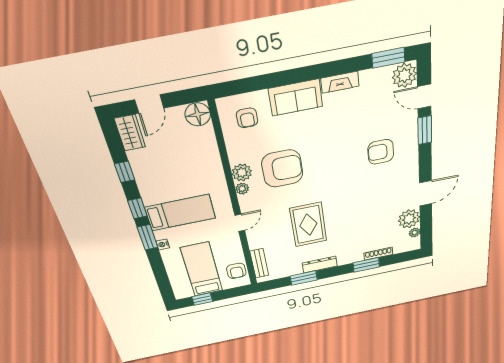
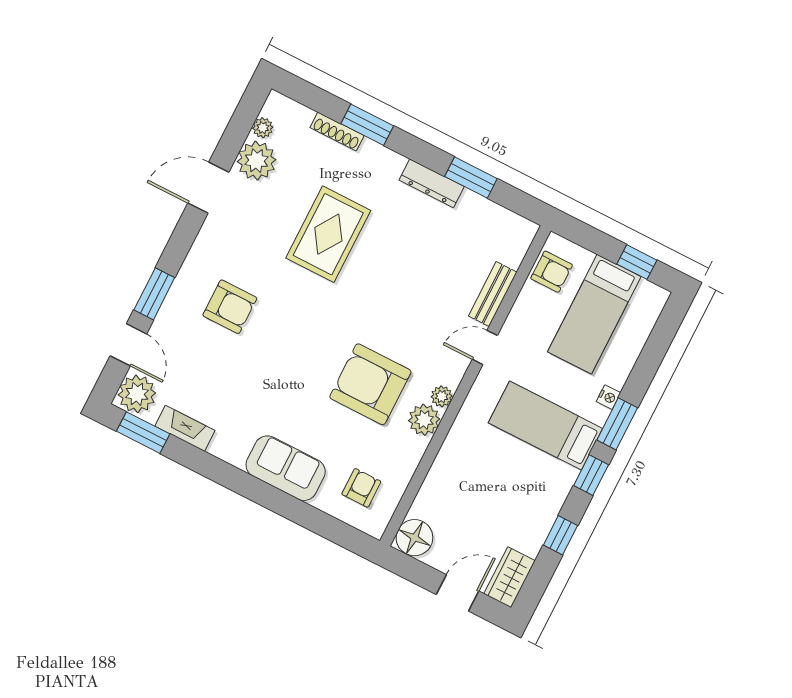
fireplace: (340, 82) -> (185, 428), moved
rug: (308, 225) -> (328, 234), moved
bench: (259, 263) -> (493, 294), moved
armchair: (236, 271) -> (552, 272), turned 90

